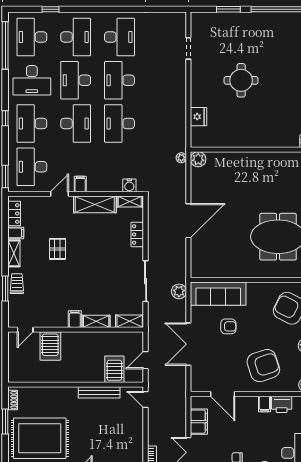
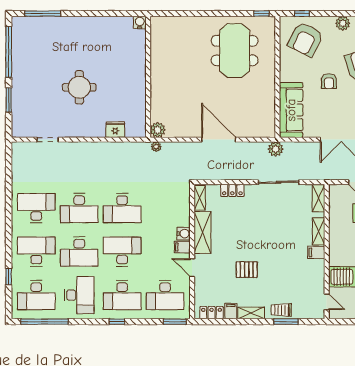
water cooler: (129, 185) -> (184, 234), moved
plant: (179, 291) -> (276, 149), moved
armchair: (228, 326) -> (329, 81), moved, turned 180

